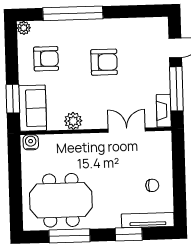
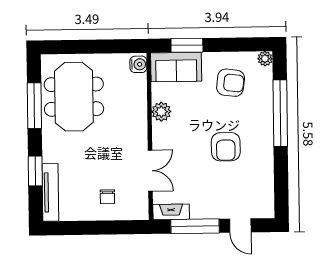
armchair: (46, 59) -> (231, 83), turned -83
chair: (152, 185) -> (107, 197), moved

